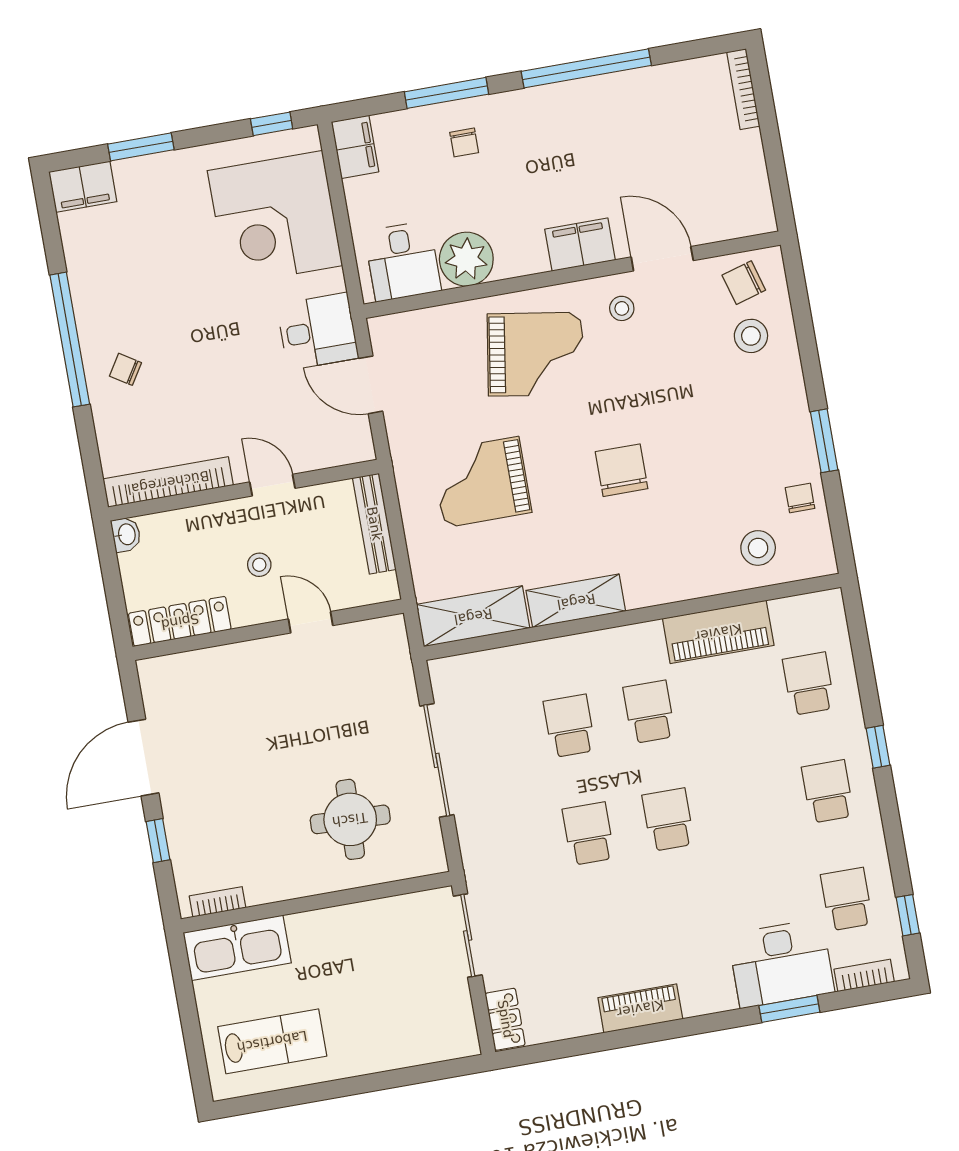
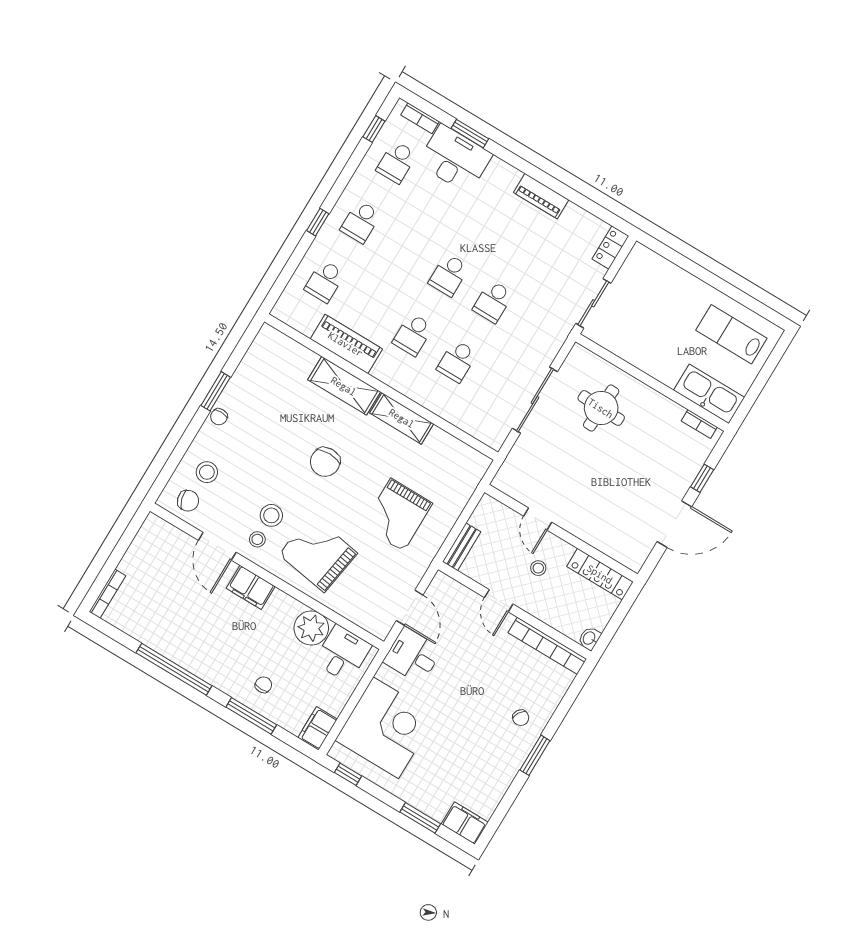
window: (70, 340) -> (535, 755), width x0.47
grand piano: (481, 482) -> (397, 515), turned 90
chair: (800, 498) -> (219, 417), moved
bench: (374, 524) -> (462, 547), width x0.73
stool: (758, 548) -> (271, 515), moved
shelving: (473, 616) -> (344, 386), moved

